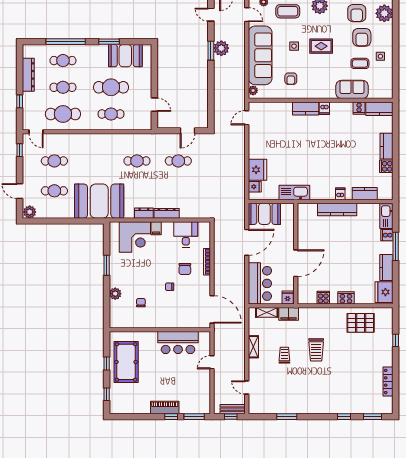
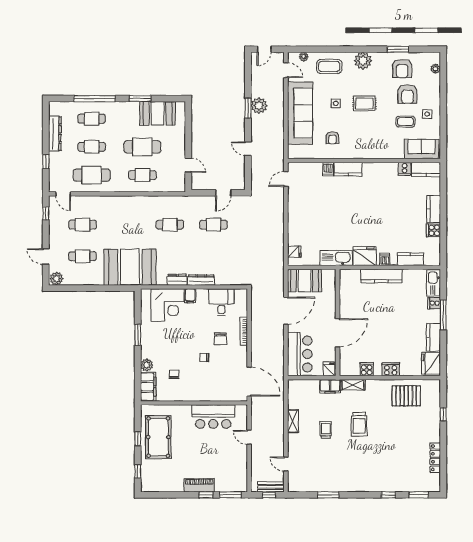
plant: (384, 13) -> (436, 69), width x0.53, depth x0.53
door: (211, 15) -> (248, 149), moved
sofa: (352, 89) -> (422, 149), moved
plant: (253, 90) -> (293, 150), removed
dishwasher: (324, 108) -> (328, 169), moved
fridge: (257, 170) -> (365, 256), moved, turned -90
shelving: (267, 312) -> (353, 385), moved
filing cabinet: (116, 314) -> (148, 387), added
door: (212, 362) -> (249, 437), hinge flipped

